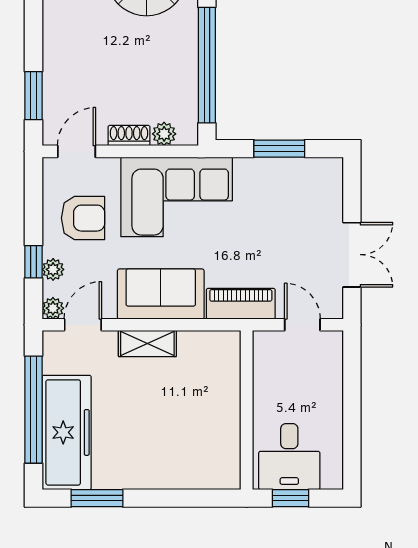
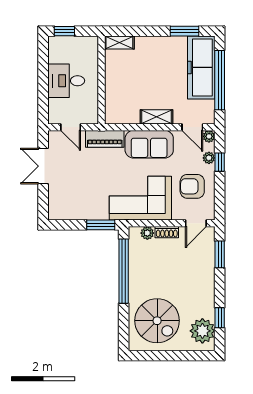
window: (279, 149) -> (101, 225), moved
door: (83, 325) -> (192, 127), hinge flipped
desk: (289, 457) -> (66, 81), moved, turned -90
shelving: (214, 478) -> (119, 42), added
window: (291, 498) -> (64, 31), moved

